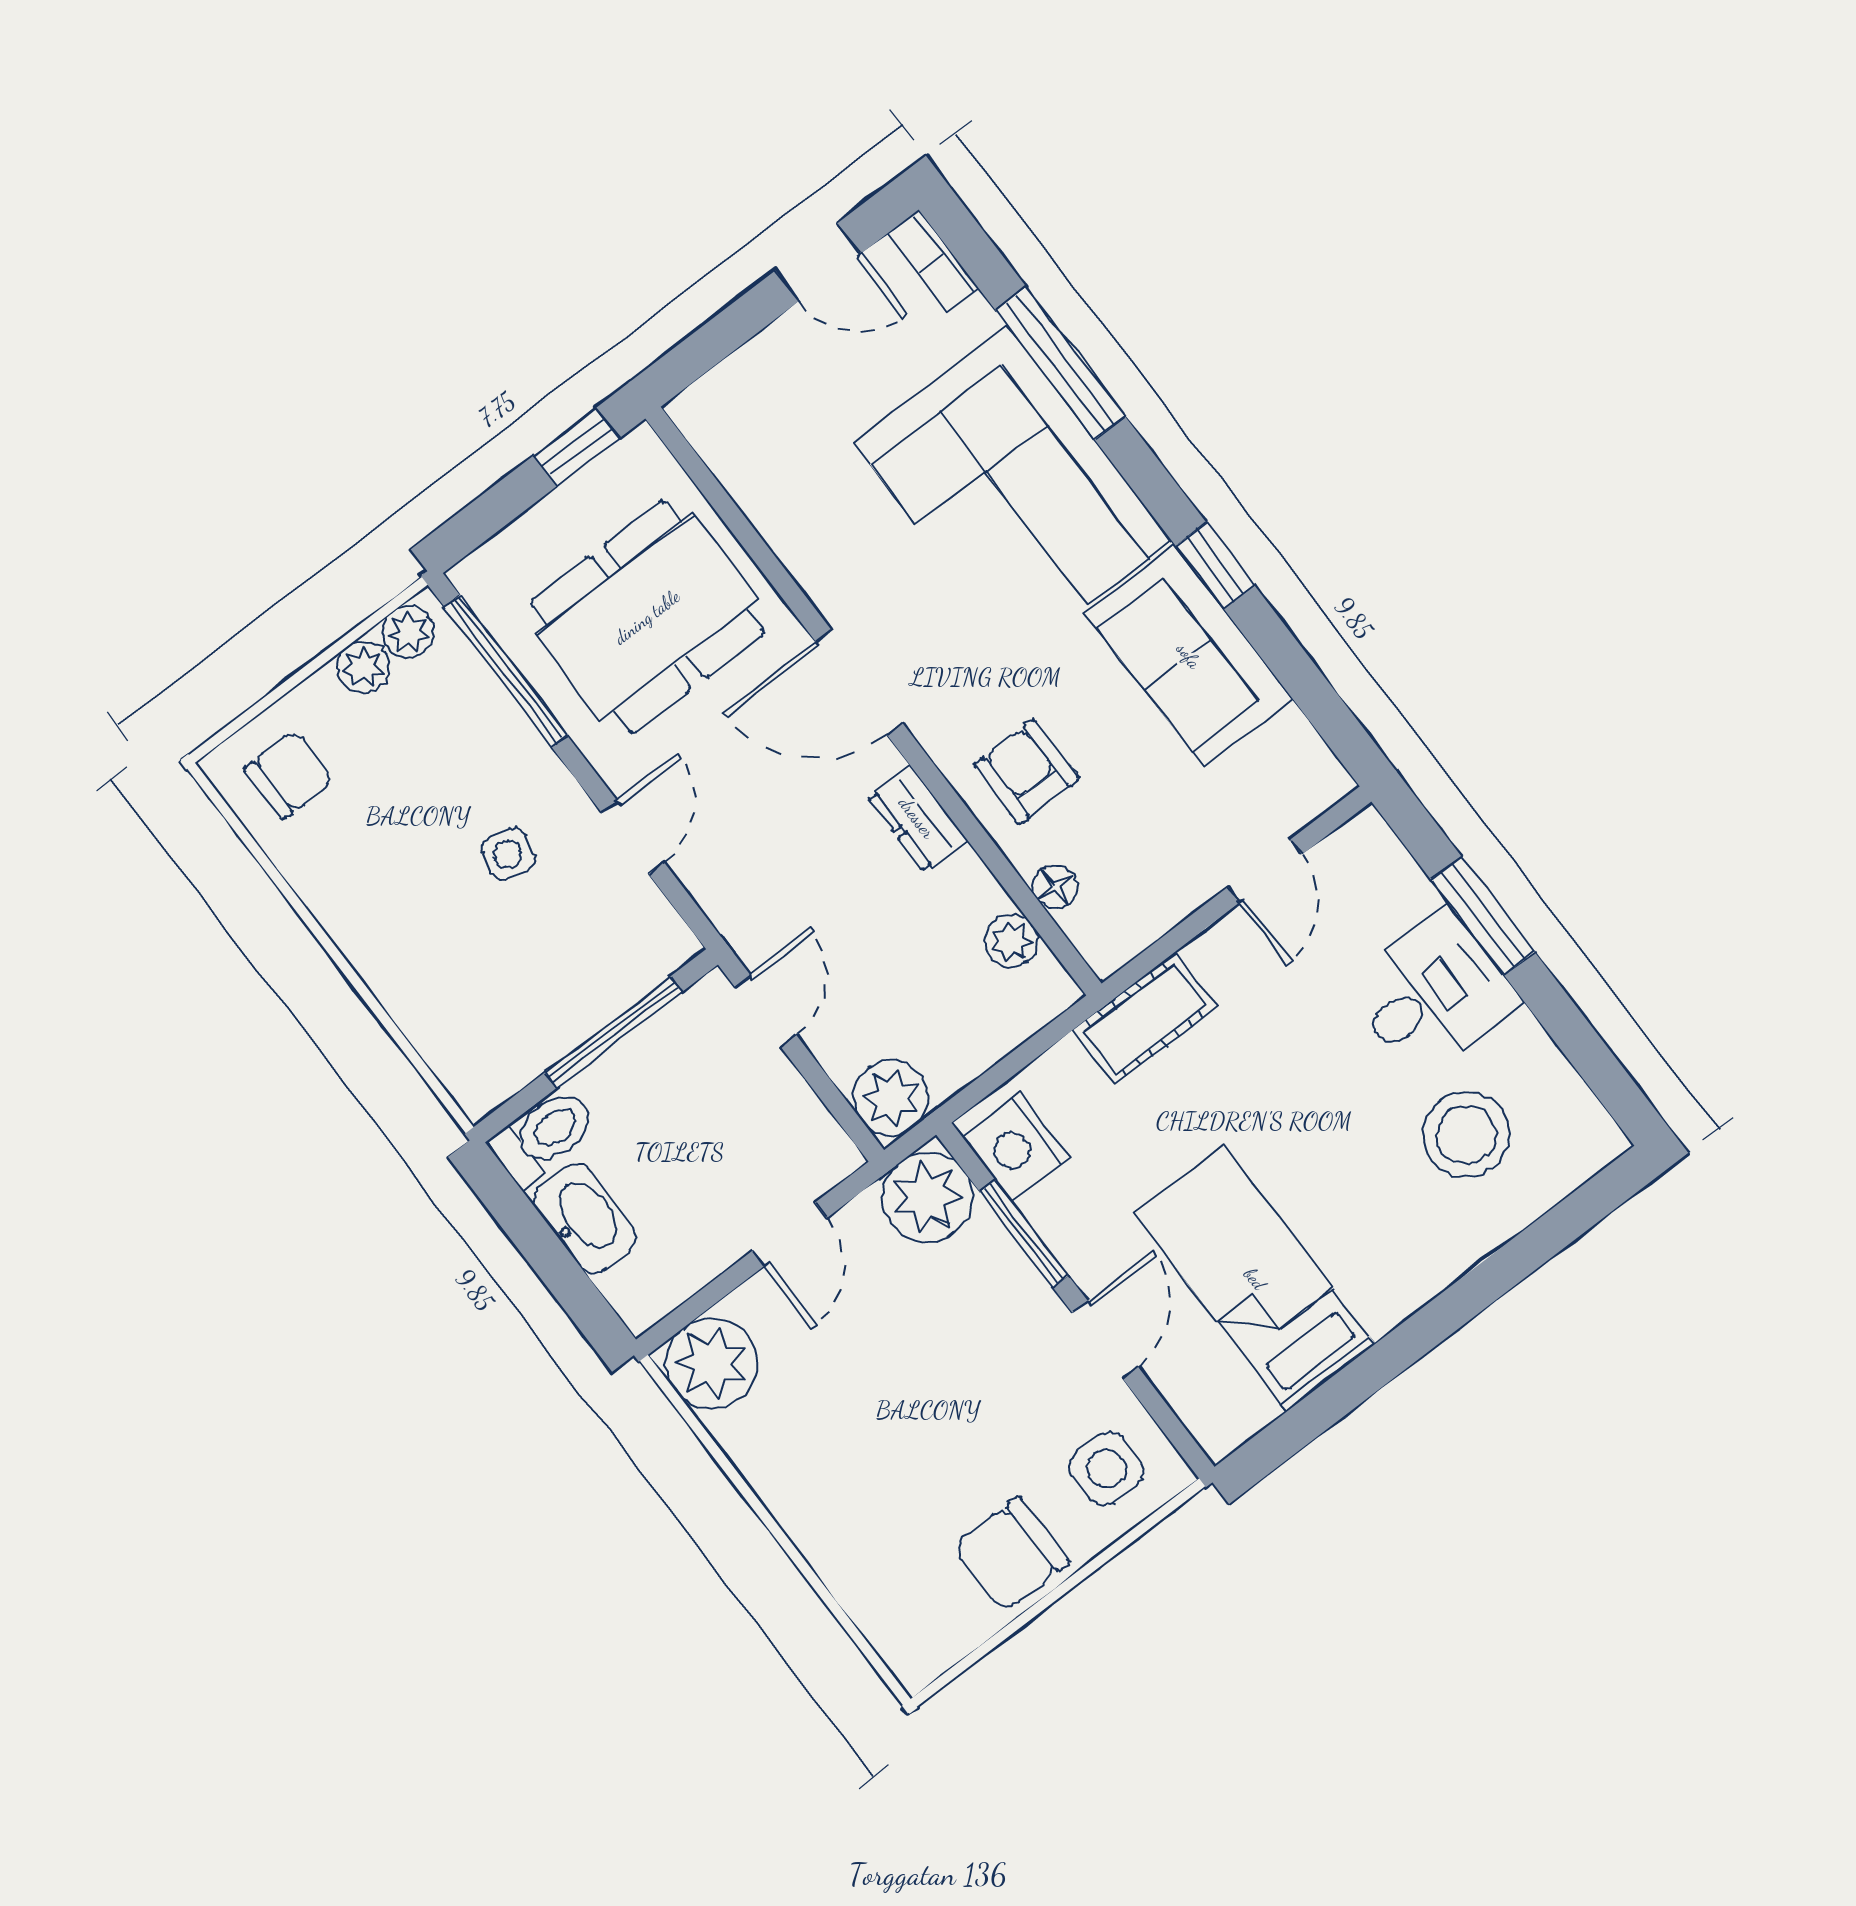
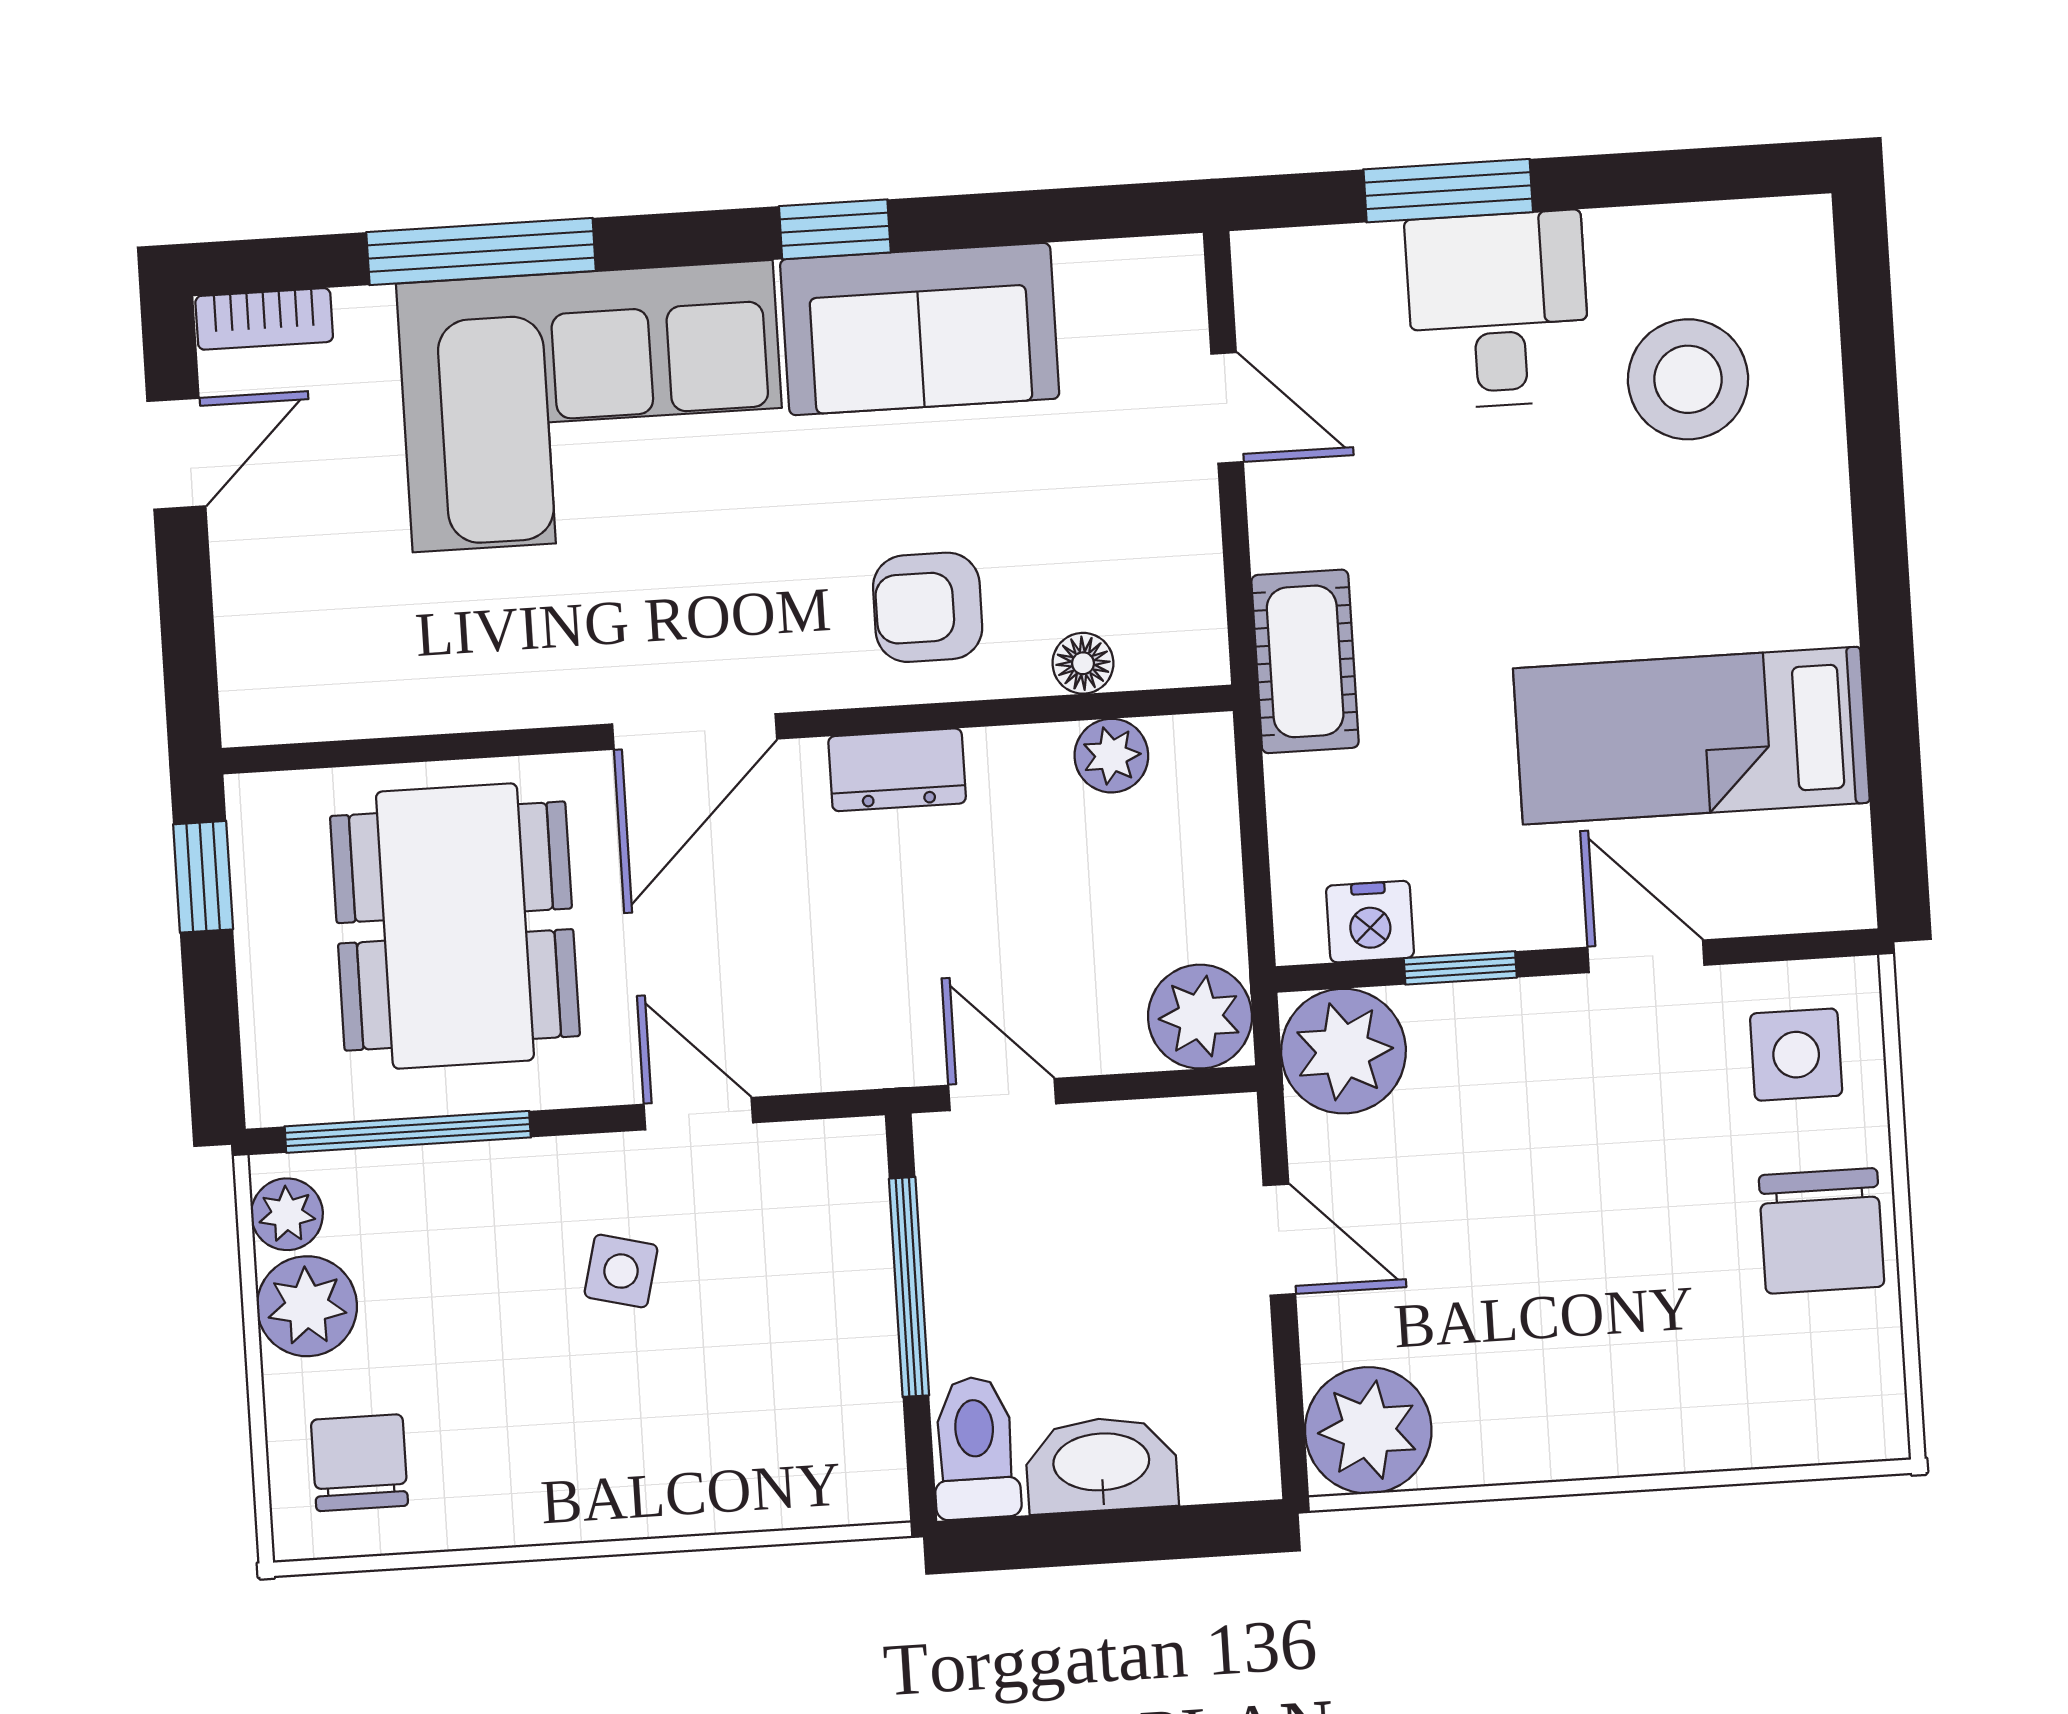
plant: (363, 667) -> (307, 1306), width x1.38, depth x1.38
nightstand: (1016, 1147) -> (1370, 922), width x0.74, depth x0.75
window: (1024, 1234) -> (1460, 968), width x0.67

